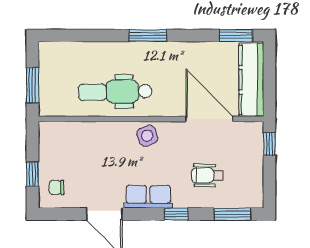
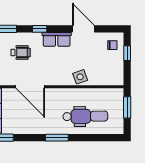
dental chair: (115, 92) -> (85, 116), moved
door: (209, 119) -> (30, 87), moved
side table: (147, 136) -> (80, 77), moved

